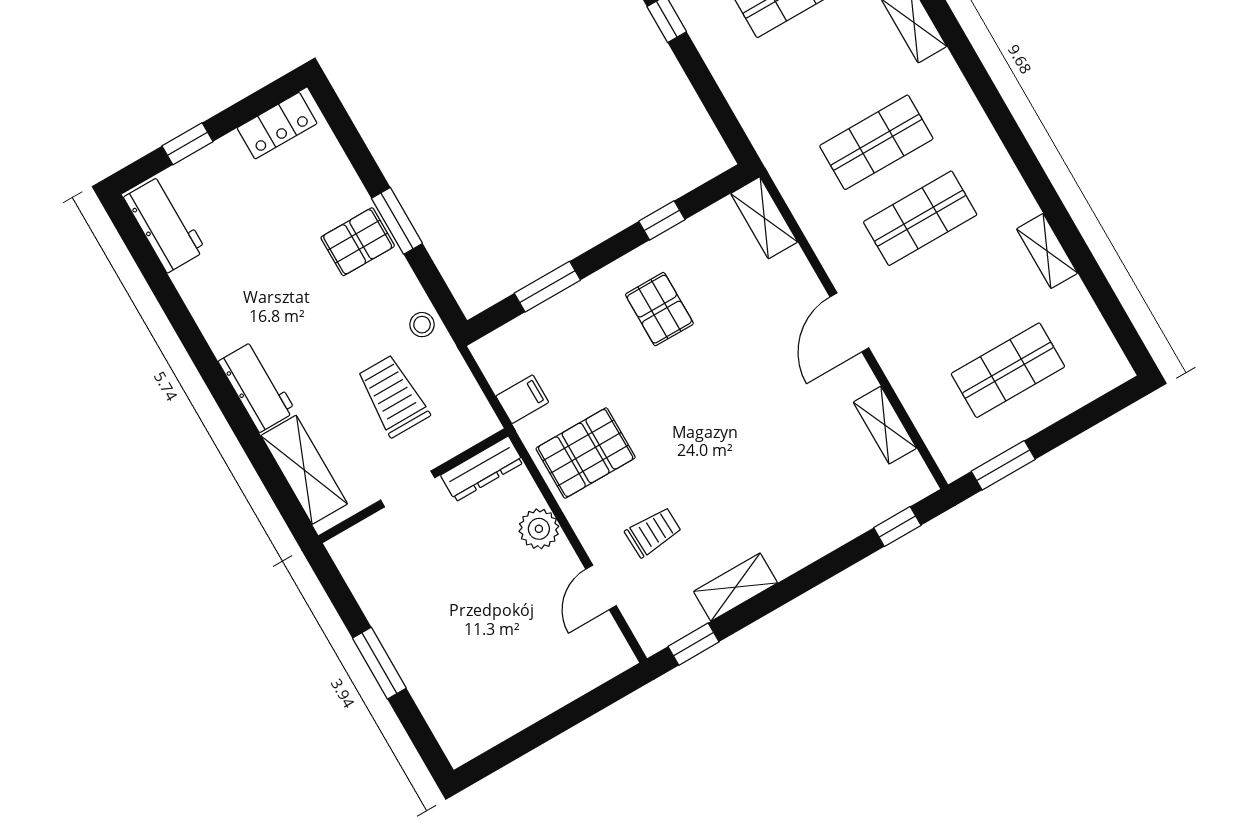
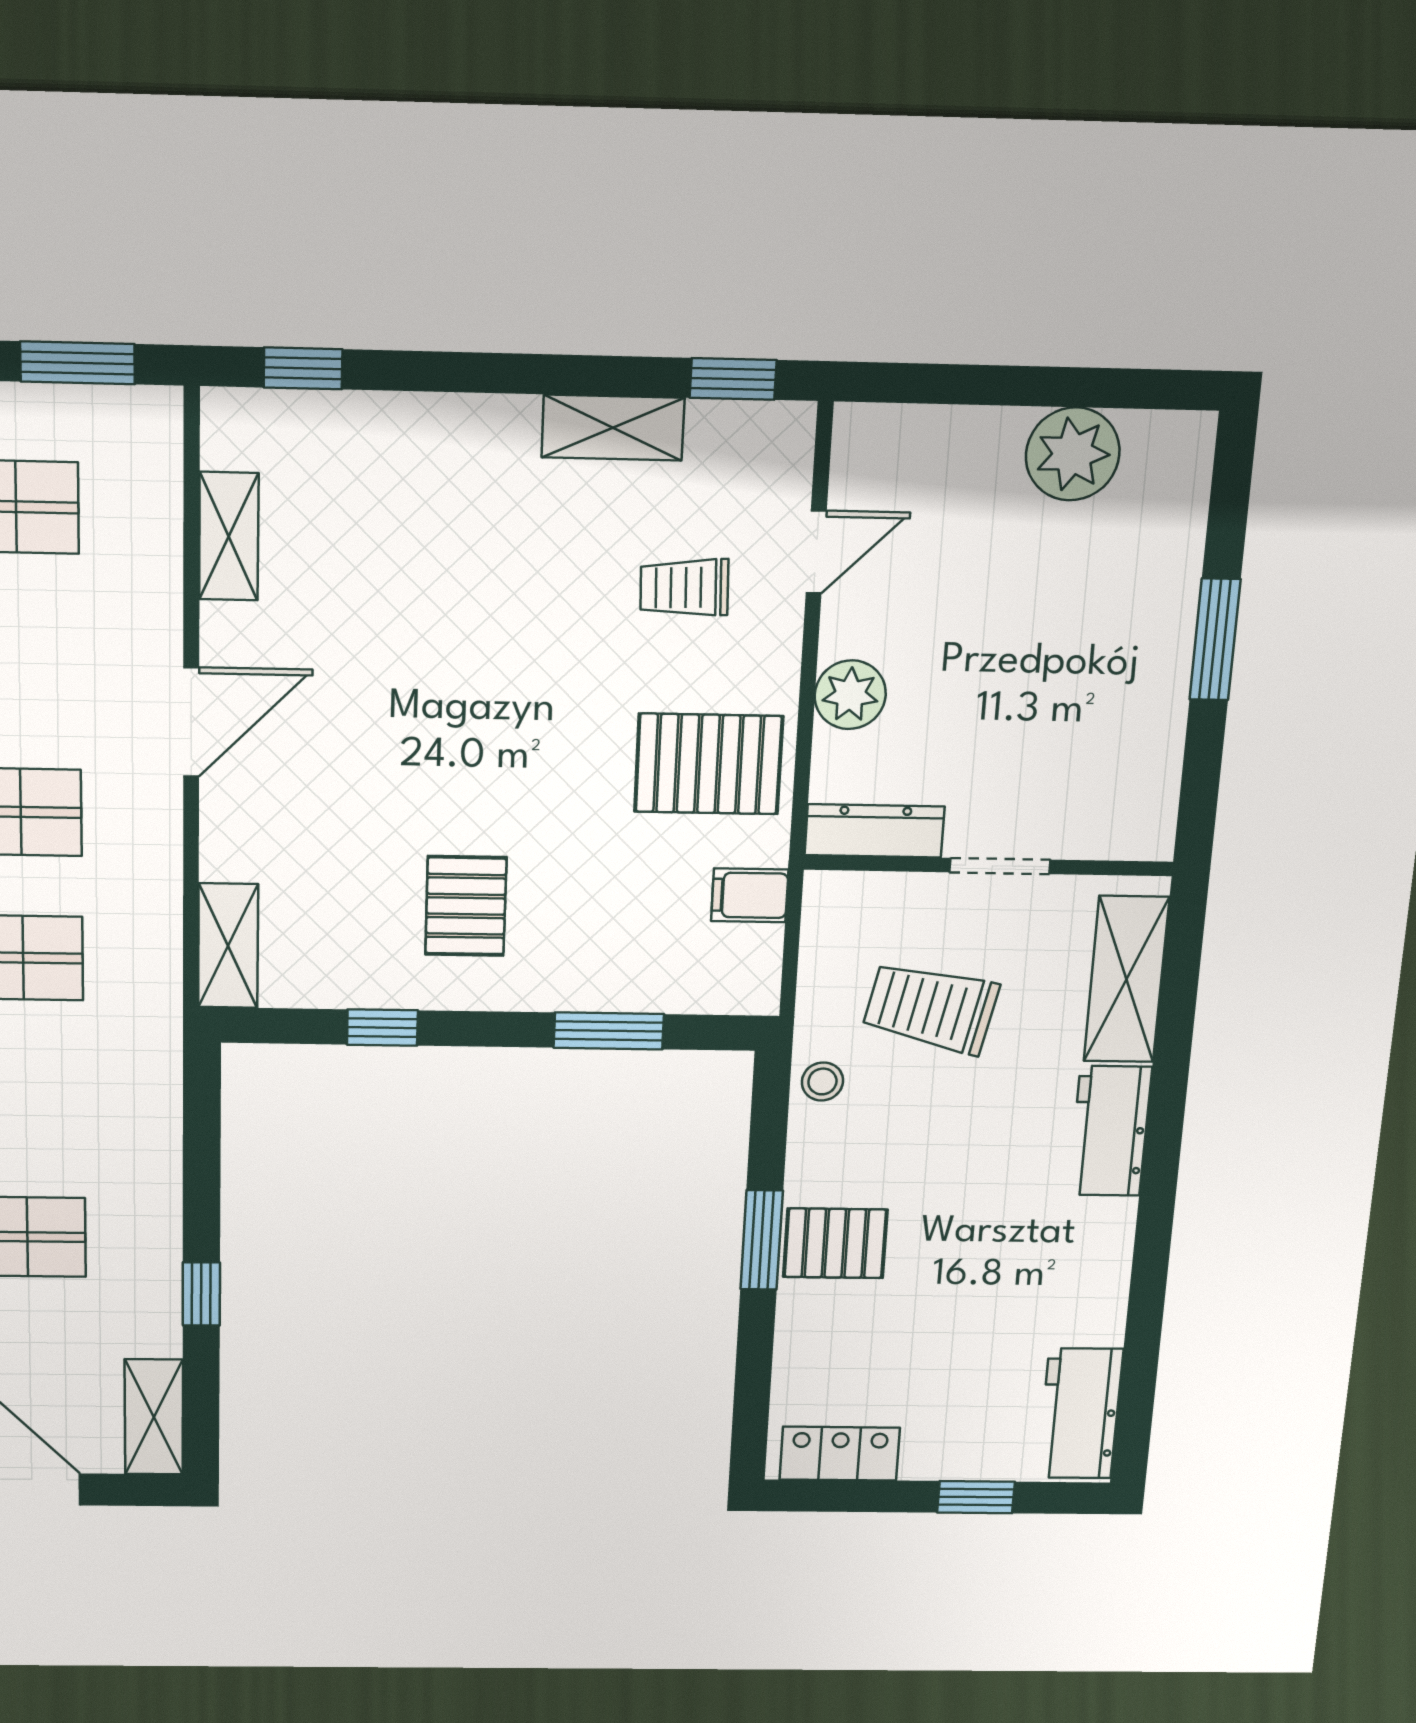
trolley: (393, 396) -> (931, 1008), turned 102
plant: (509, 708) -> (1073, 454), added

